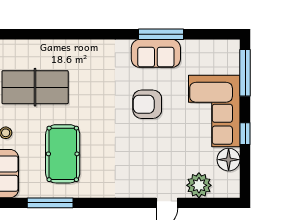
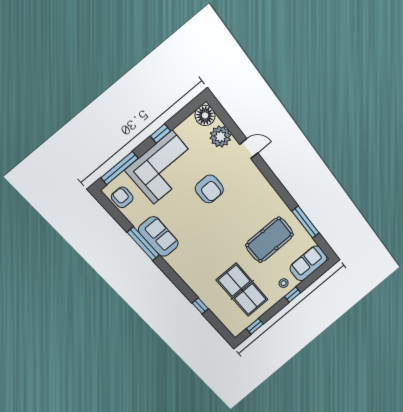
window: (55, 34) -> (200, 306), added
armchair: (218, 53) -> (122, 197), added
armchair: (147, 104) -> (209, 189), moved
floor lamp: (229, 160) -> (205, 115), moved

